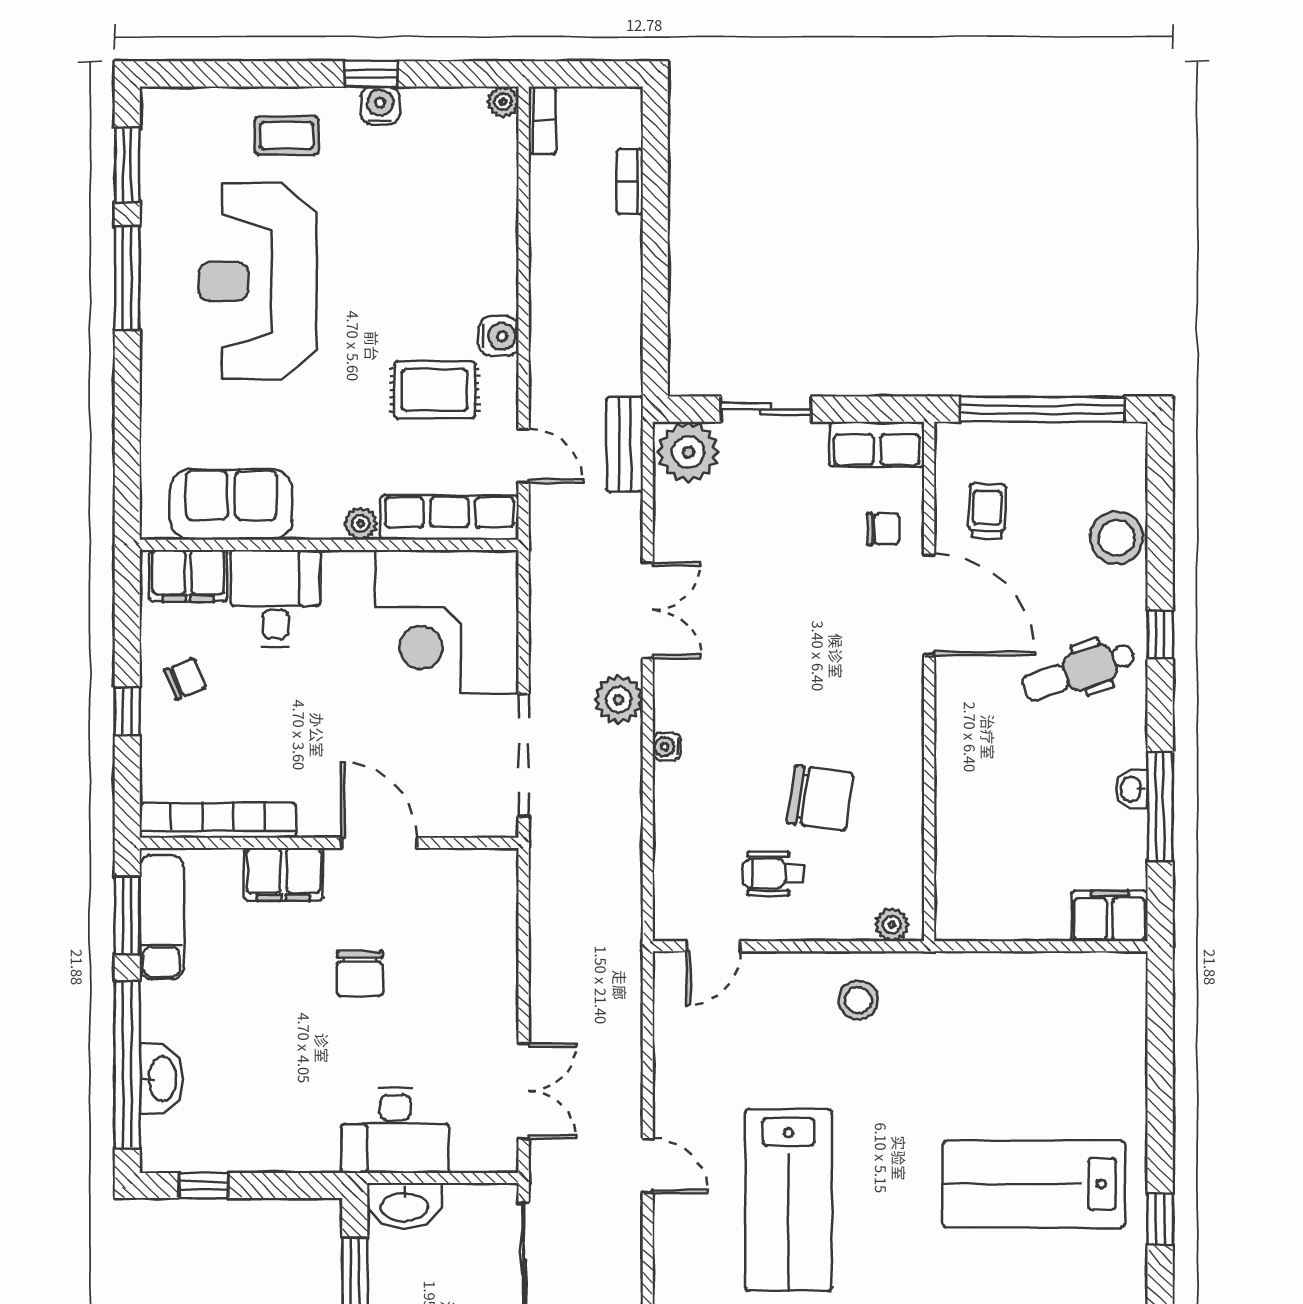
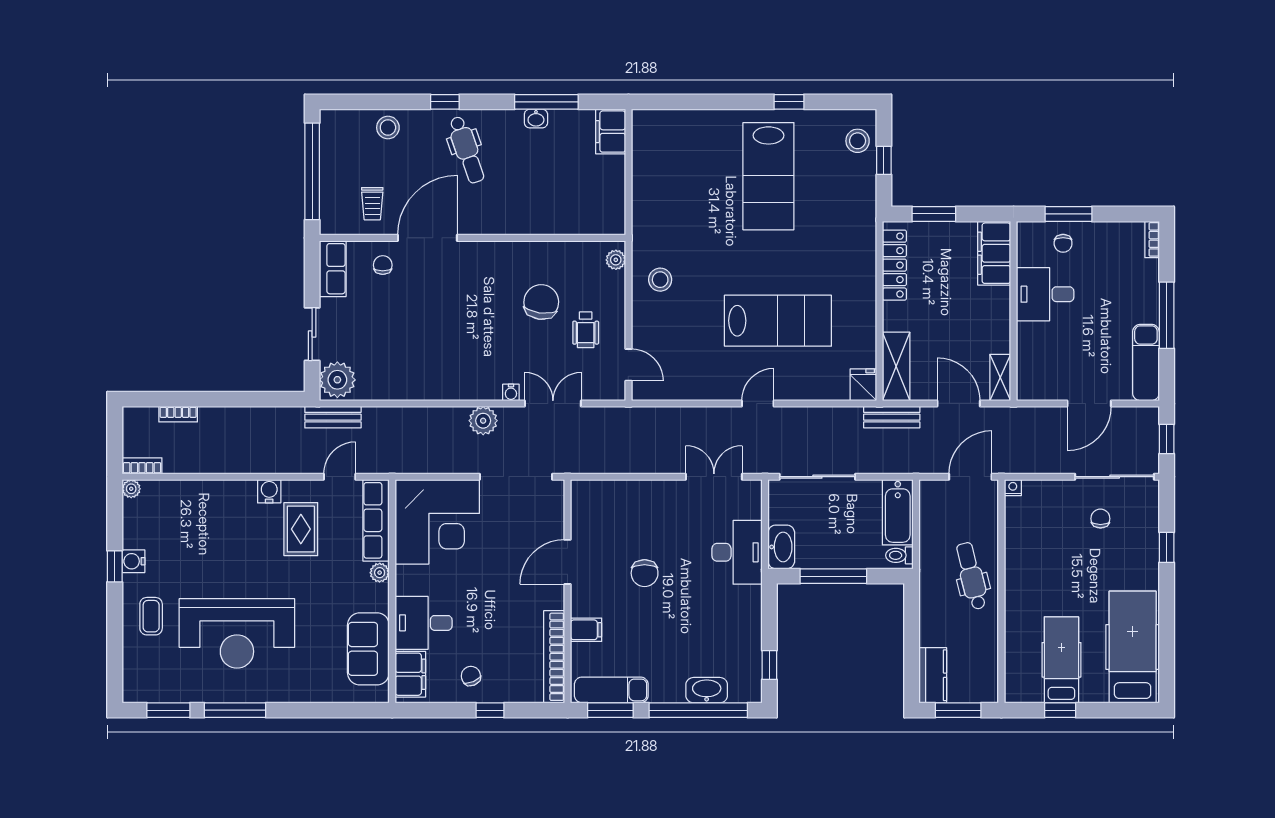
trolley: (987, 511) -> (372, 204), turned -92
stool: (1117, 538) -> (388, 128), width x0.73, depth x0.73
double door: (648, 610) -> (553, 404), moved
filing cabinet: (283, 874) -> (586, 630), width x0.50
chair: (360, 973) -> (645, 573), turned 90

